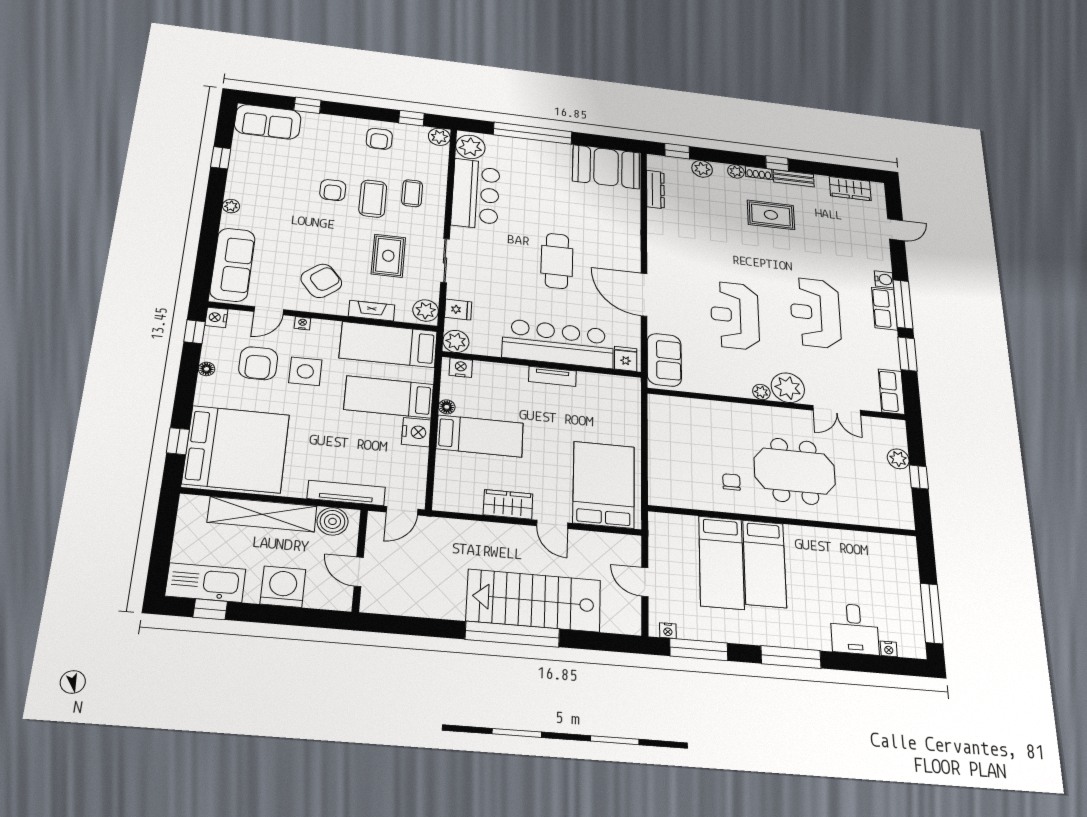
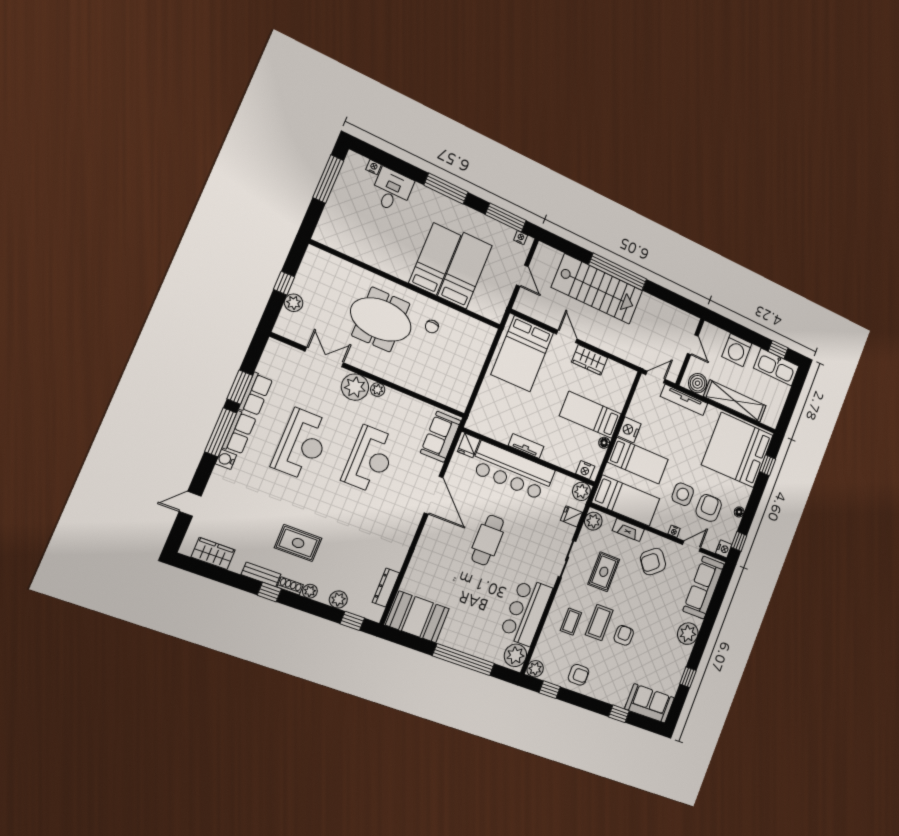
armchair: (379, 139) -> (579, 675), turned 90
plant: (231, 206) -> (688, 634), width x1.87, depth x1.87
row of seats: (892, 392) -> (256, 394), moved

